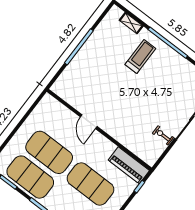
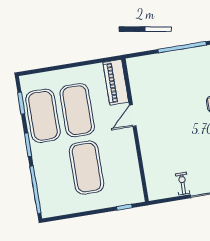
piano: (129, 165) -> (116, 82), moved

